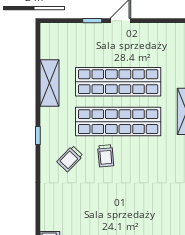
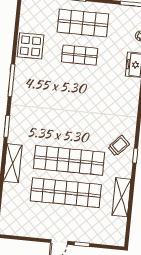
trolley: (106, 156) -> (82, 134), removed
trolley: (70, 159) -> (119, 146), moved

